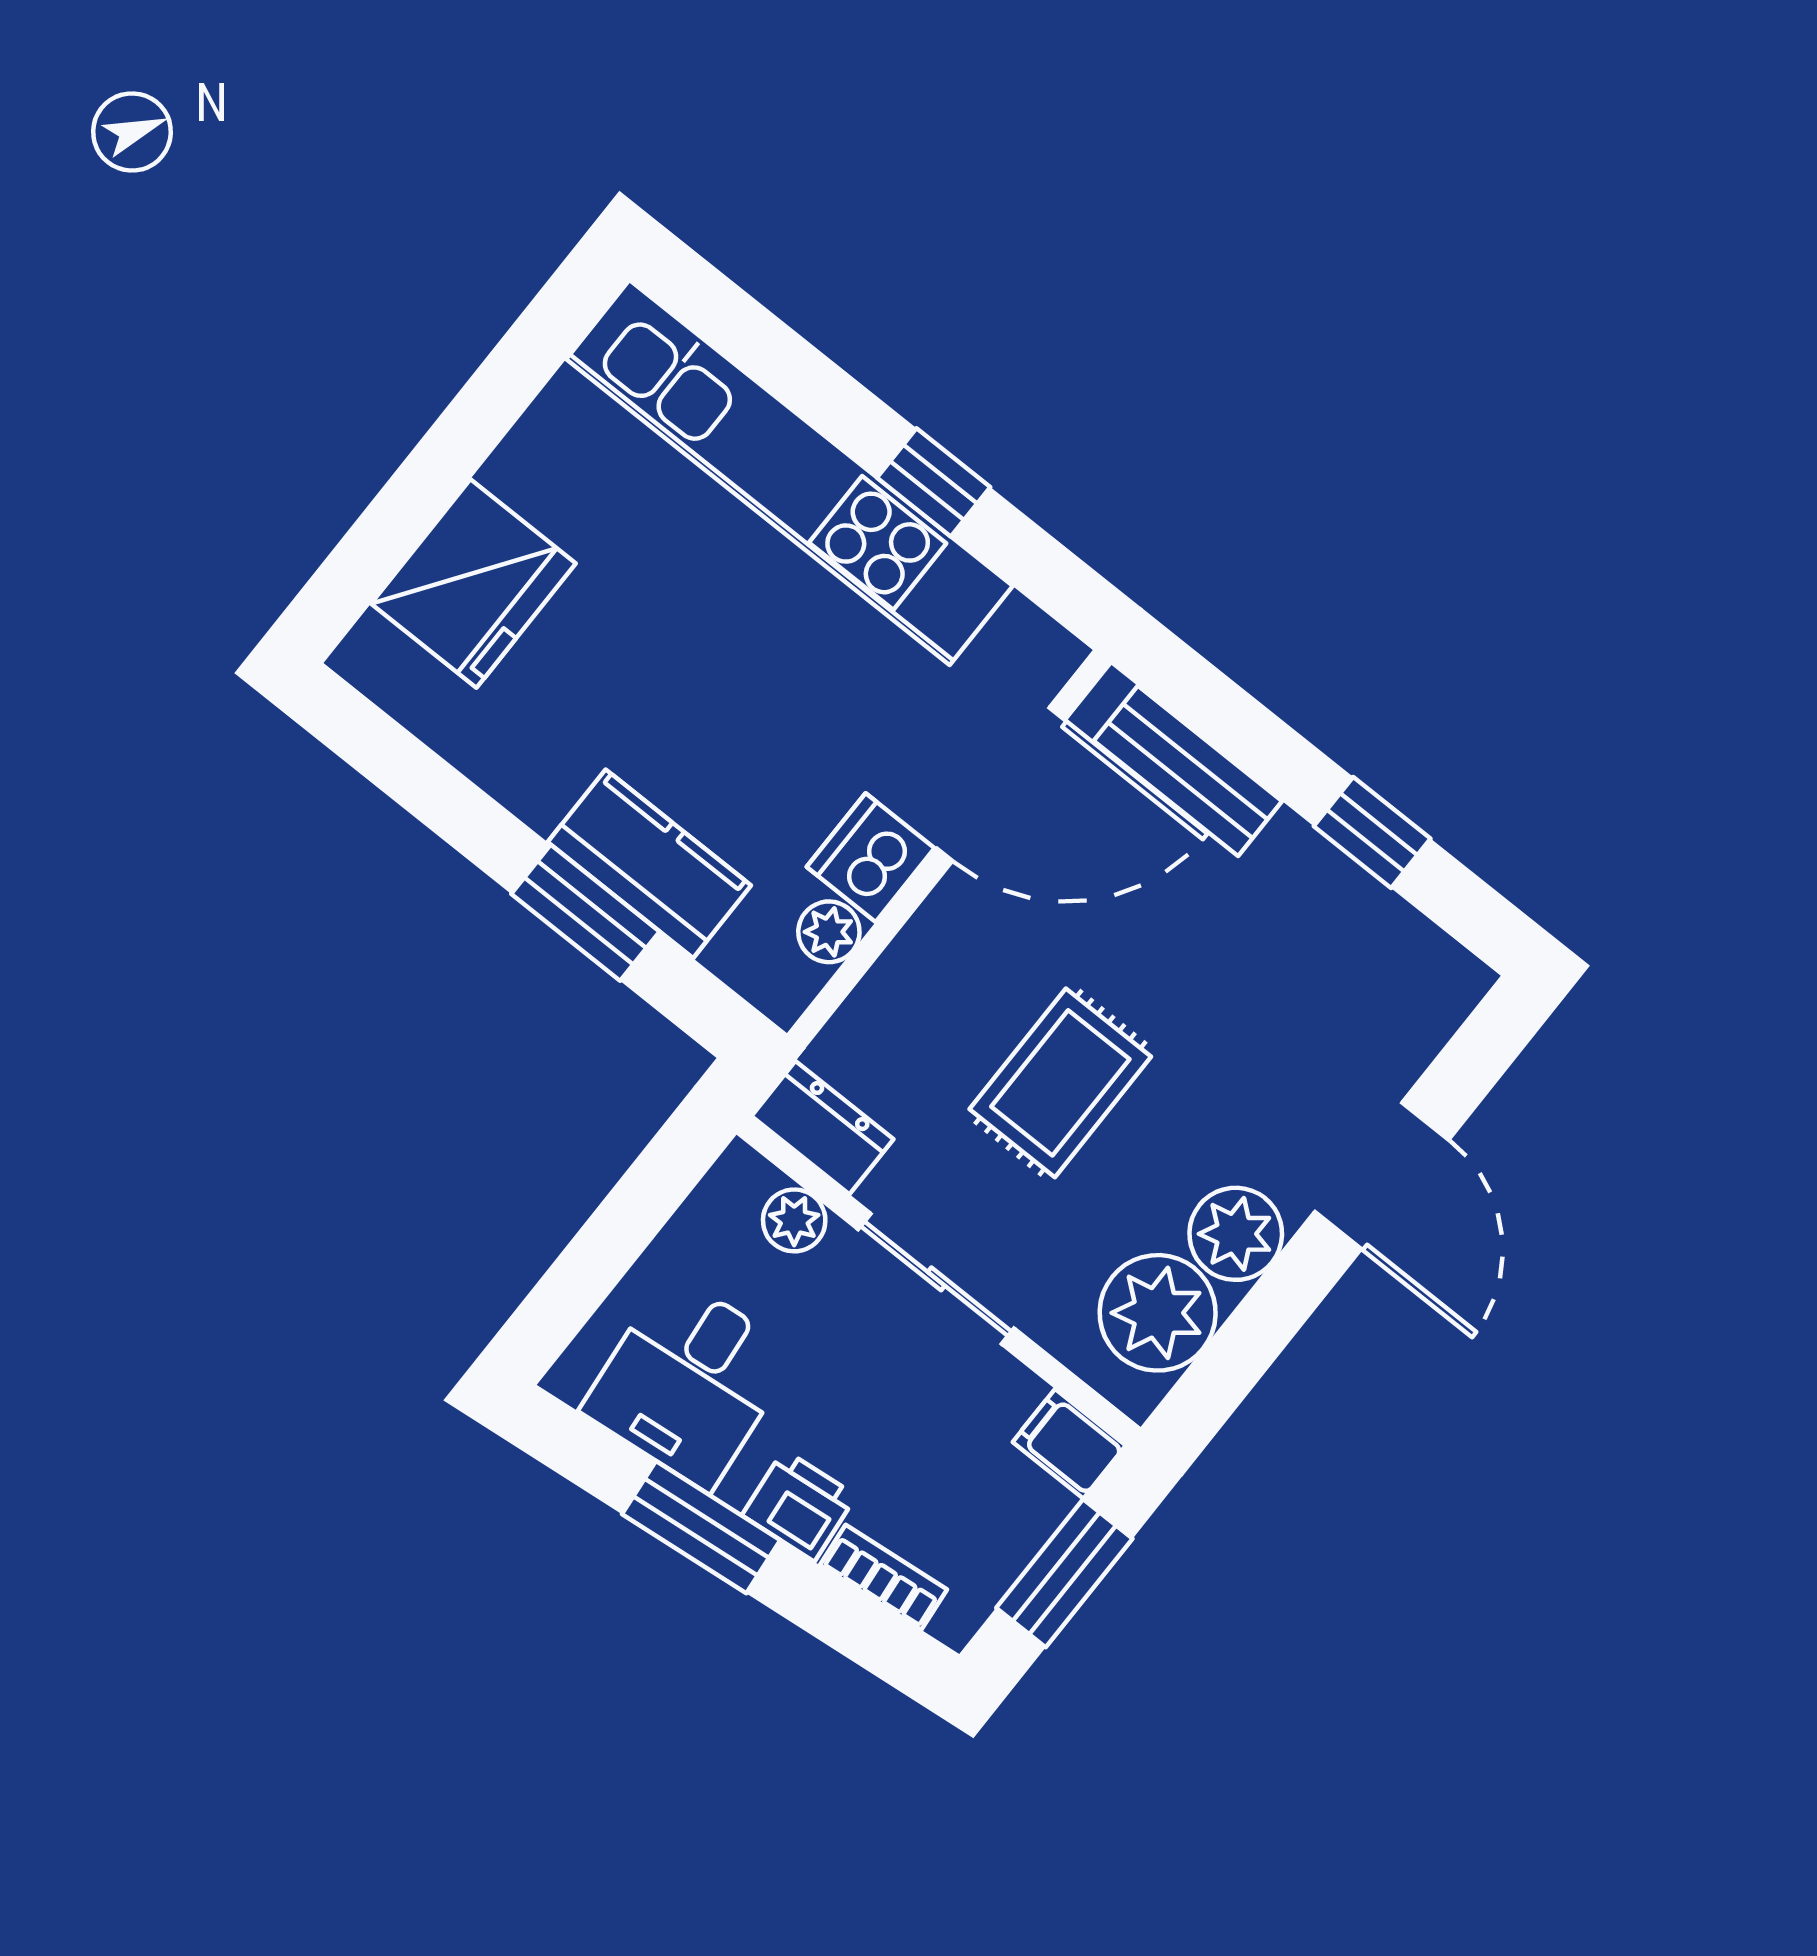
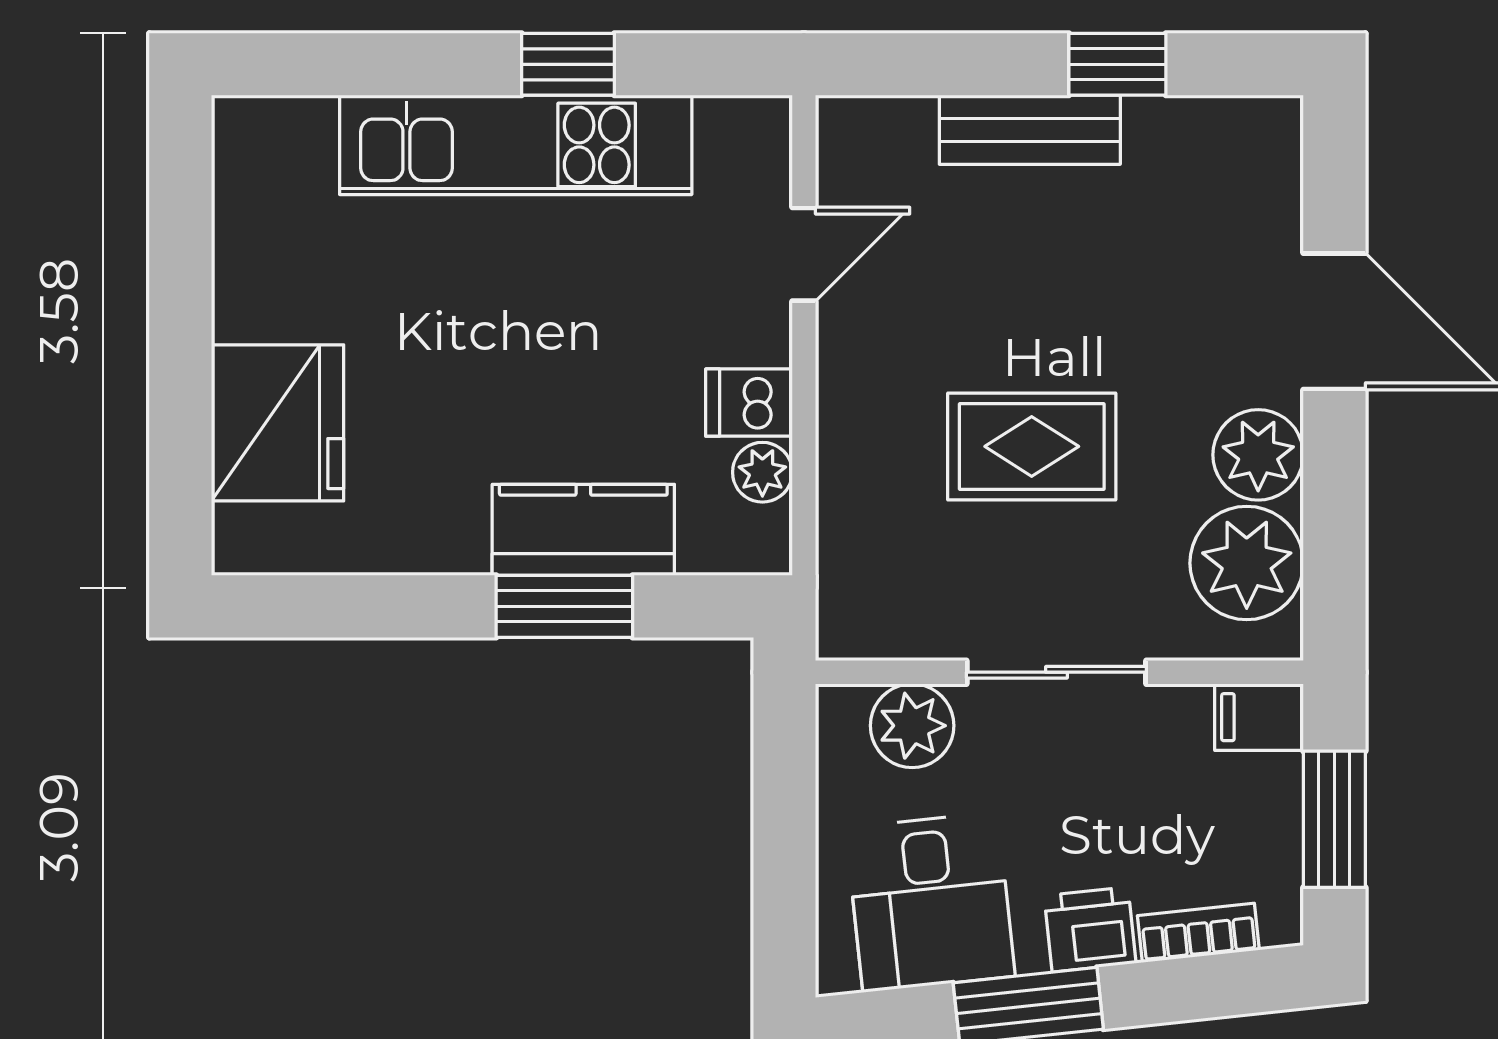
kitchen unit: (789, 473) -> (516, 145), width x0.73
bench: (1188, 771) -> (1030, 130), moved
door: (1001, 784) -> (804, 254), width x0.53
dishwasher: (871, 858) -> (749, 403), width x0.73
rug: (1060, 1083) -> (1032, 446), turned 90
dresser: (822, 1128) -> (877, 626), removed
plant: (794, 1220) -> (912, 726), width x1.38, depth x1.38

